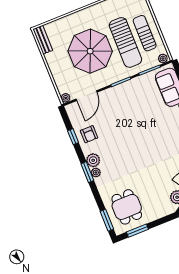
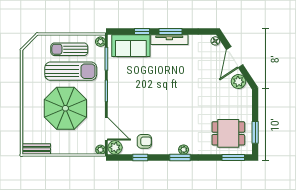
plant: (93, 160) -> (115, 147), moved

